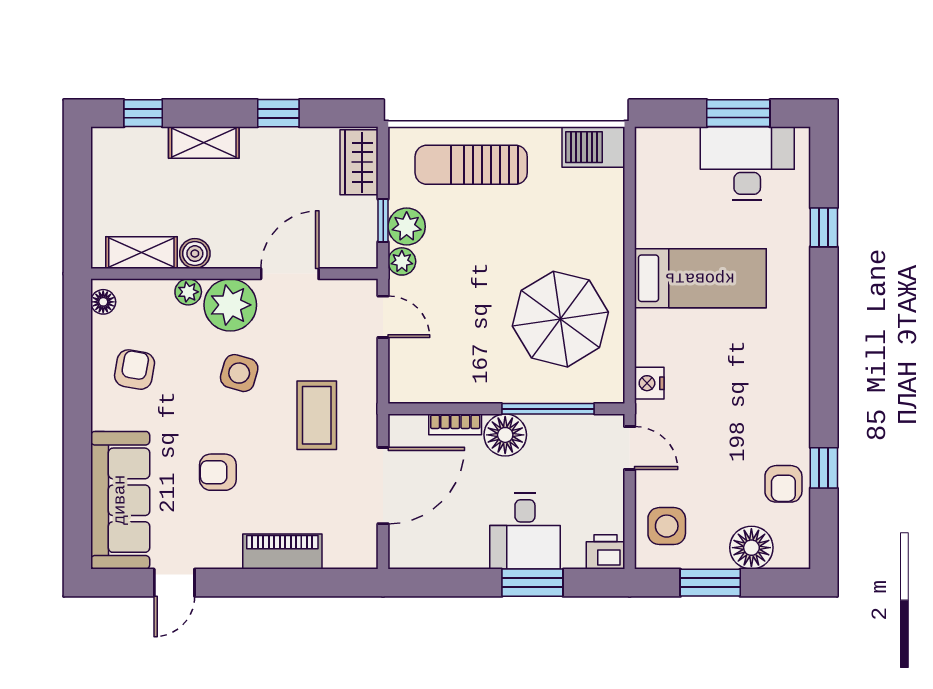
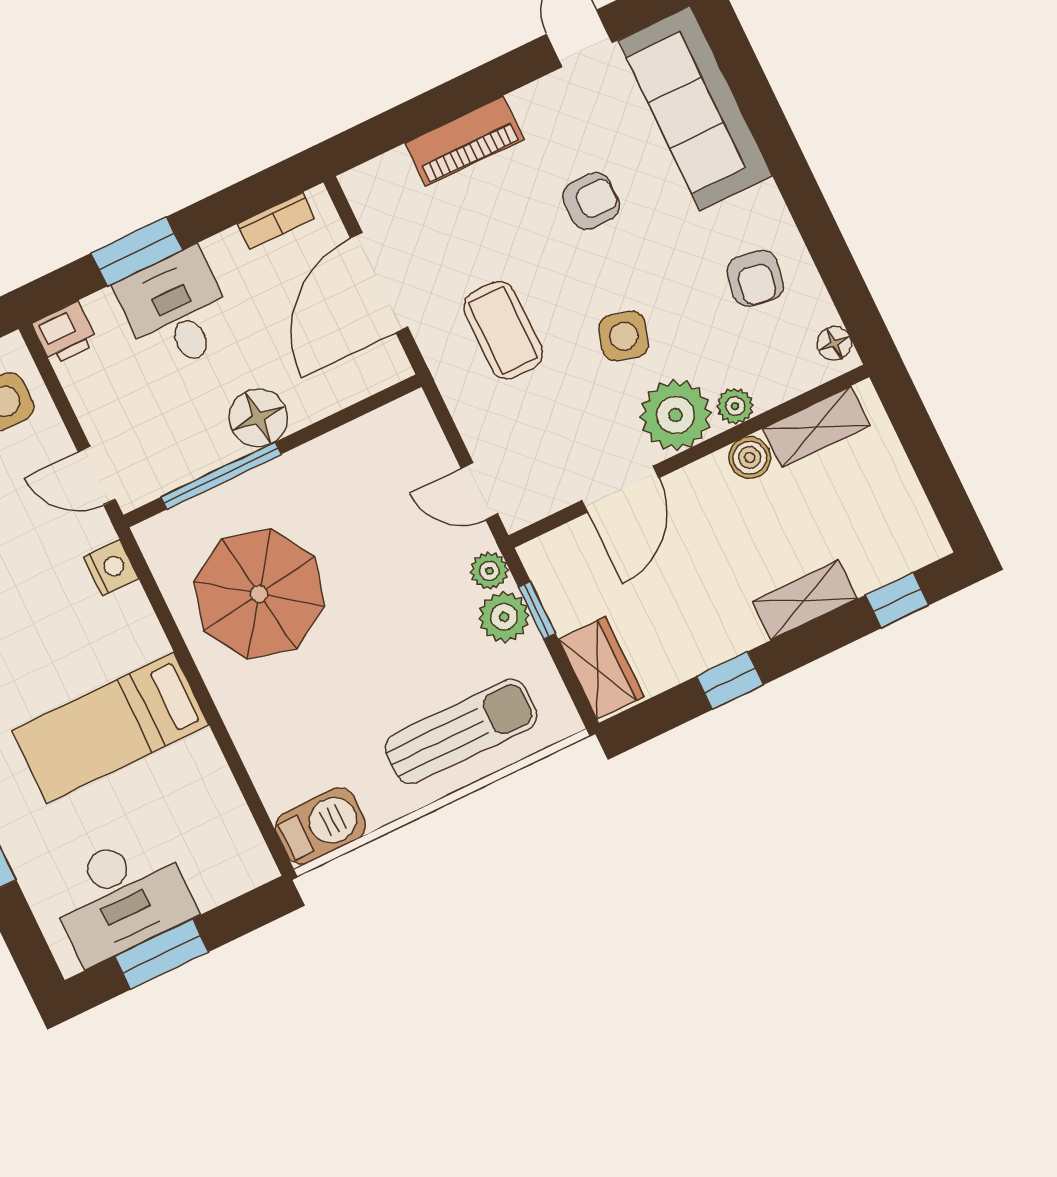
bookcase: (455, 424) -> (276, 221), moved, turned 180

